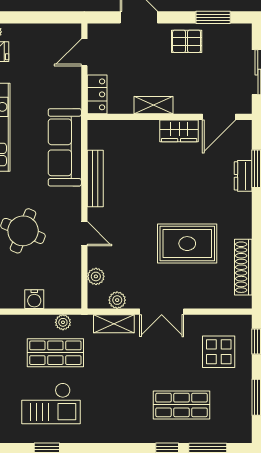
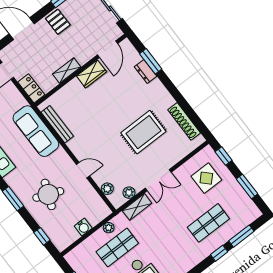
pallet: (187, 41) -> (58, 22), turned 90
bench: (95, 179) -> (57, 124), moved

